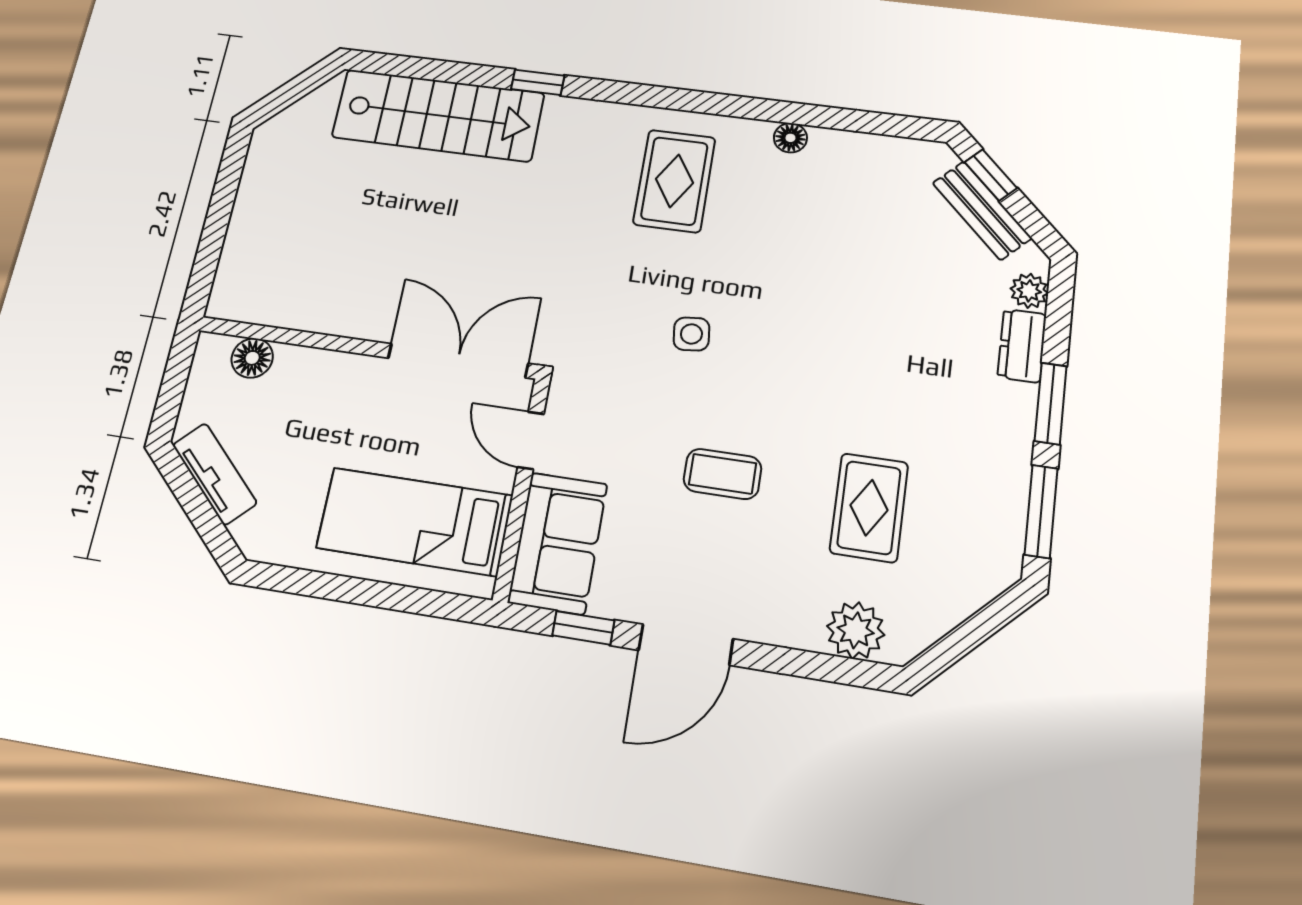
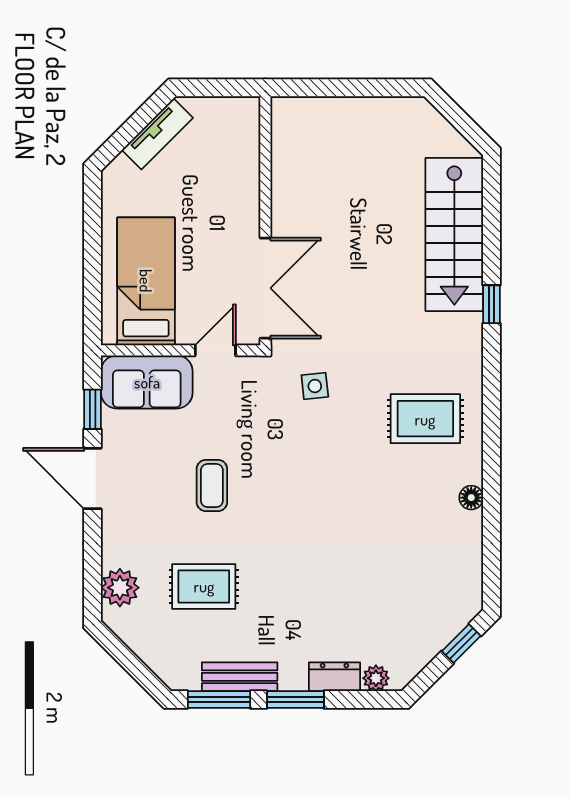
bench: (982, 210) -> (240, 677), moved, turned 45
side table: (691, 334) -> (315, 386), moved
floor lamp: (252, 358) -> (245, 140), removed

